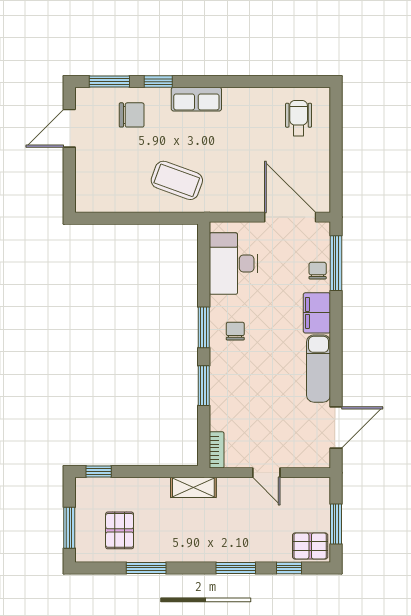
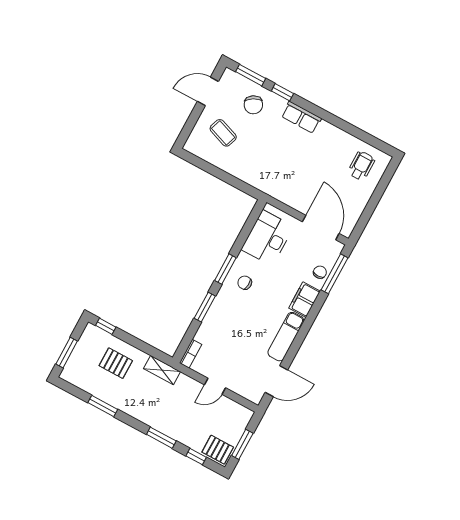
chair: (132, 115) -> (253, 105), turned 60
coffee table: (177, 180) -> (223, 133), moved, width x0.73, depth x0.77
chair: (235, 331) -> (245, 283), turned -85
door: (266, 473) -> (215, 386), hinge flipped
pallet: (120, 530) -> (116, 363), moved, turned 90

